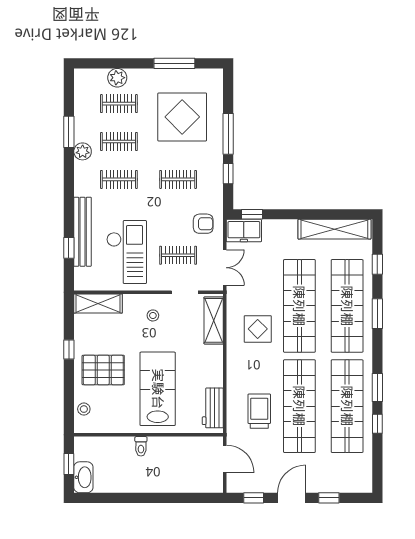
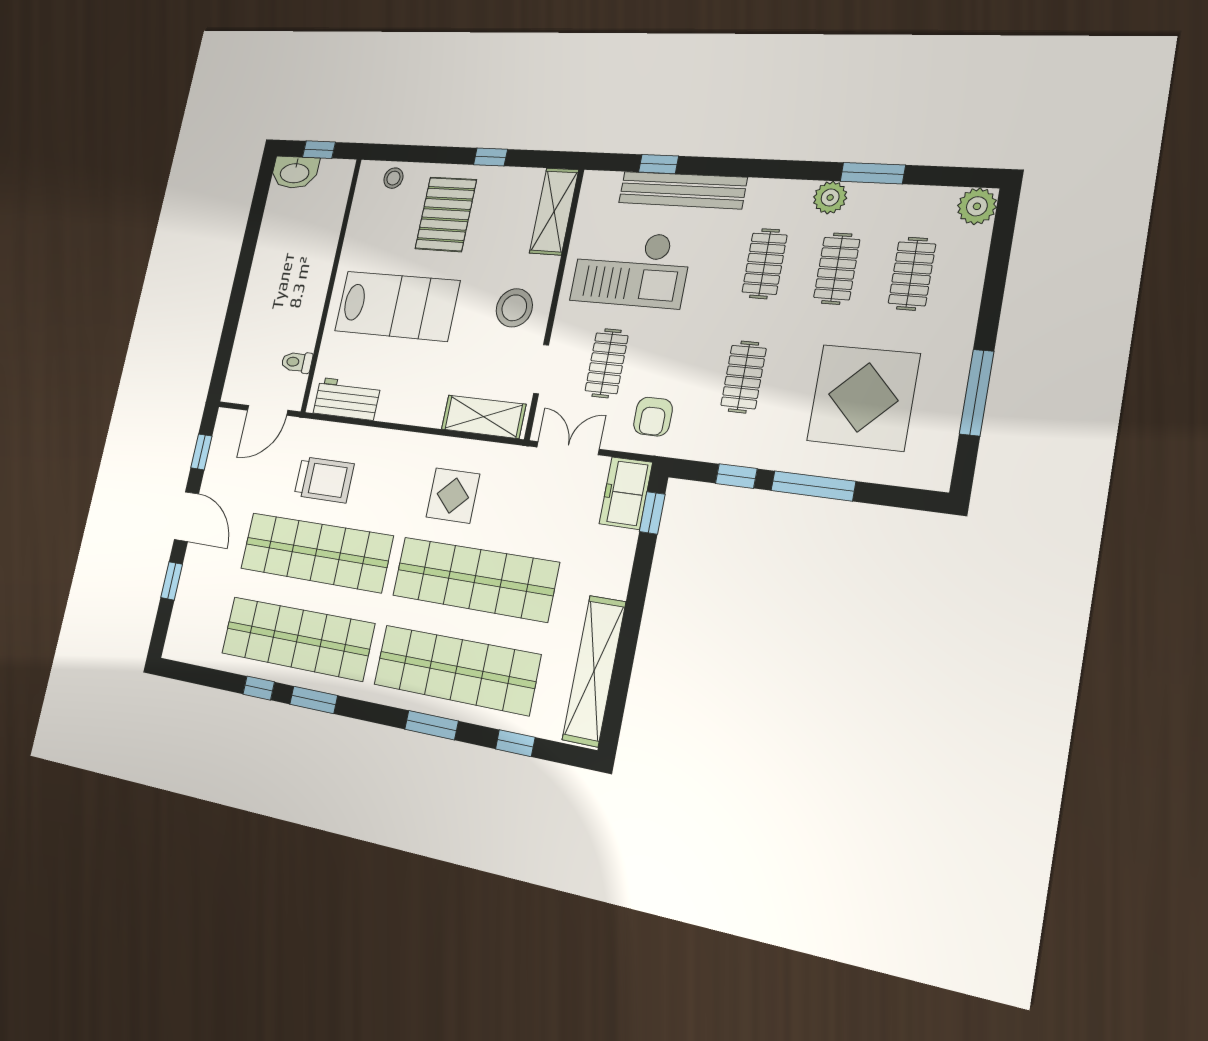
plant: (117, 78) -> (977, 206), moved
double door: (225, 268) -> (568, 448), swing flipped
stool: (153, 315) -> (514, 308), width x1.89, depth x1.89
toilet: (141, 446) -> (297, 362), moved

